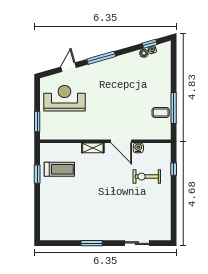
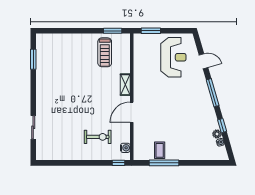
window: (150, 44) -> (222, 126), moved
water cooler: (138, 148) -> (125, 148), moved
window: (174, 169) -> (118, 163), moved
window: (37, 174) -> (113, 31), moved
exercise bike: (147, 177) -> (98, 137), turned 90
window: (92, 243) -> (33, 59), moved

